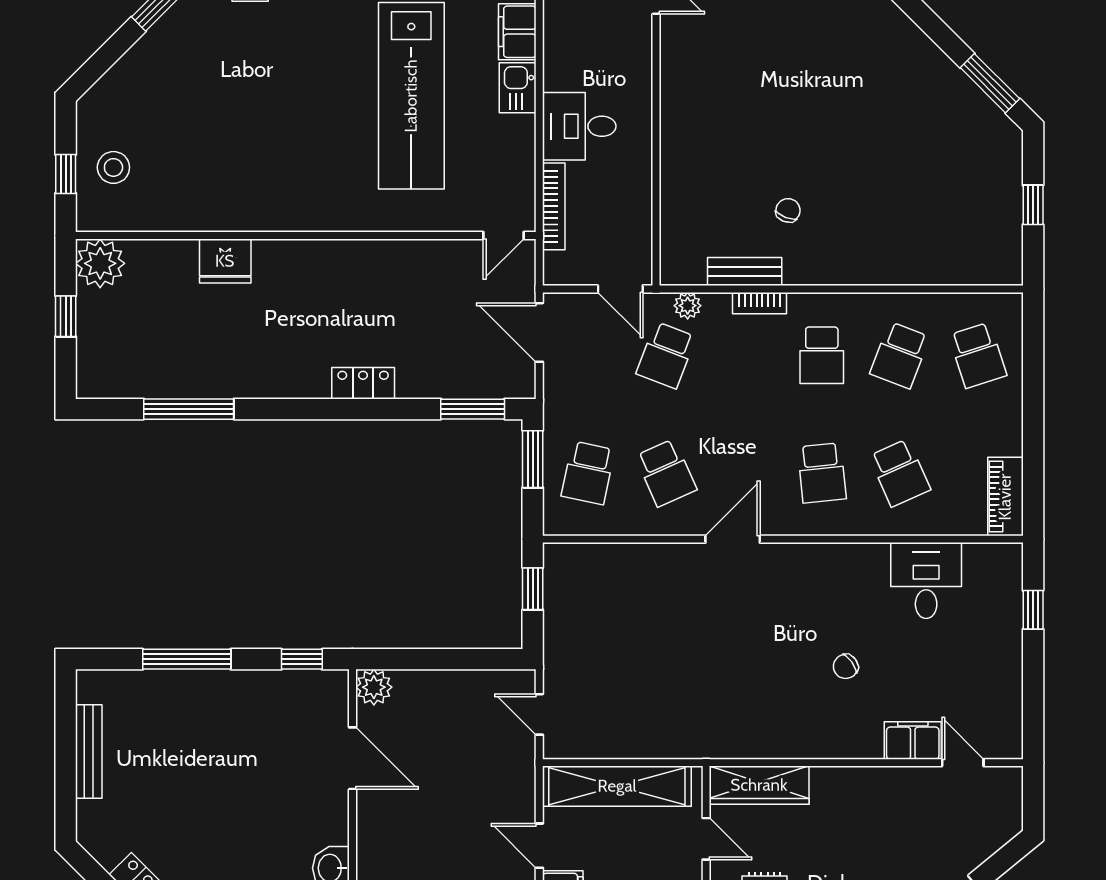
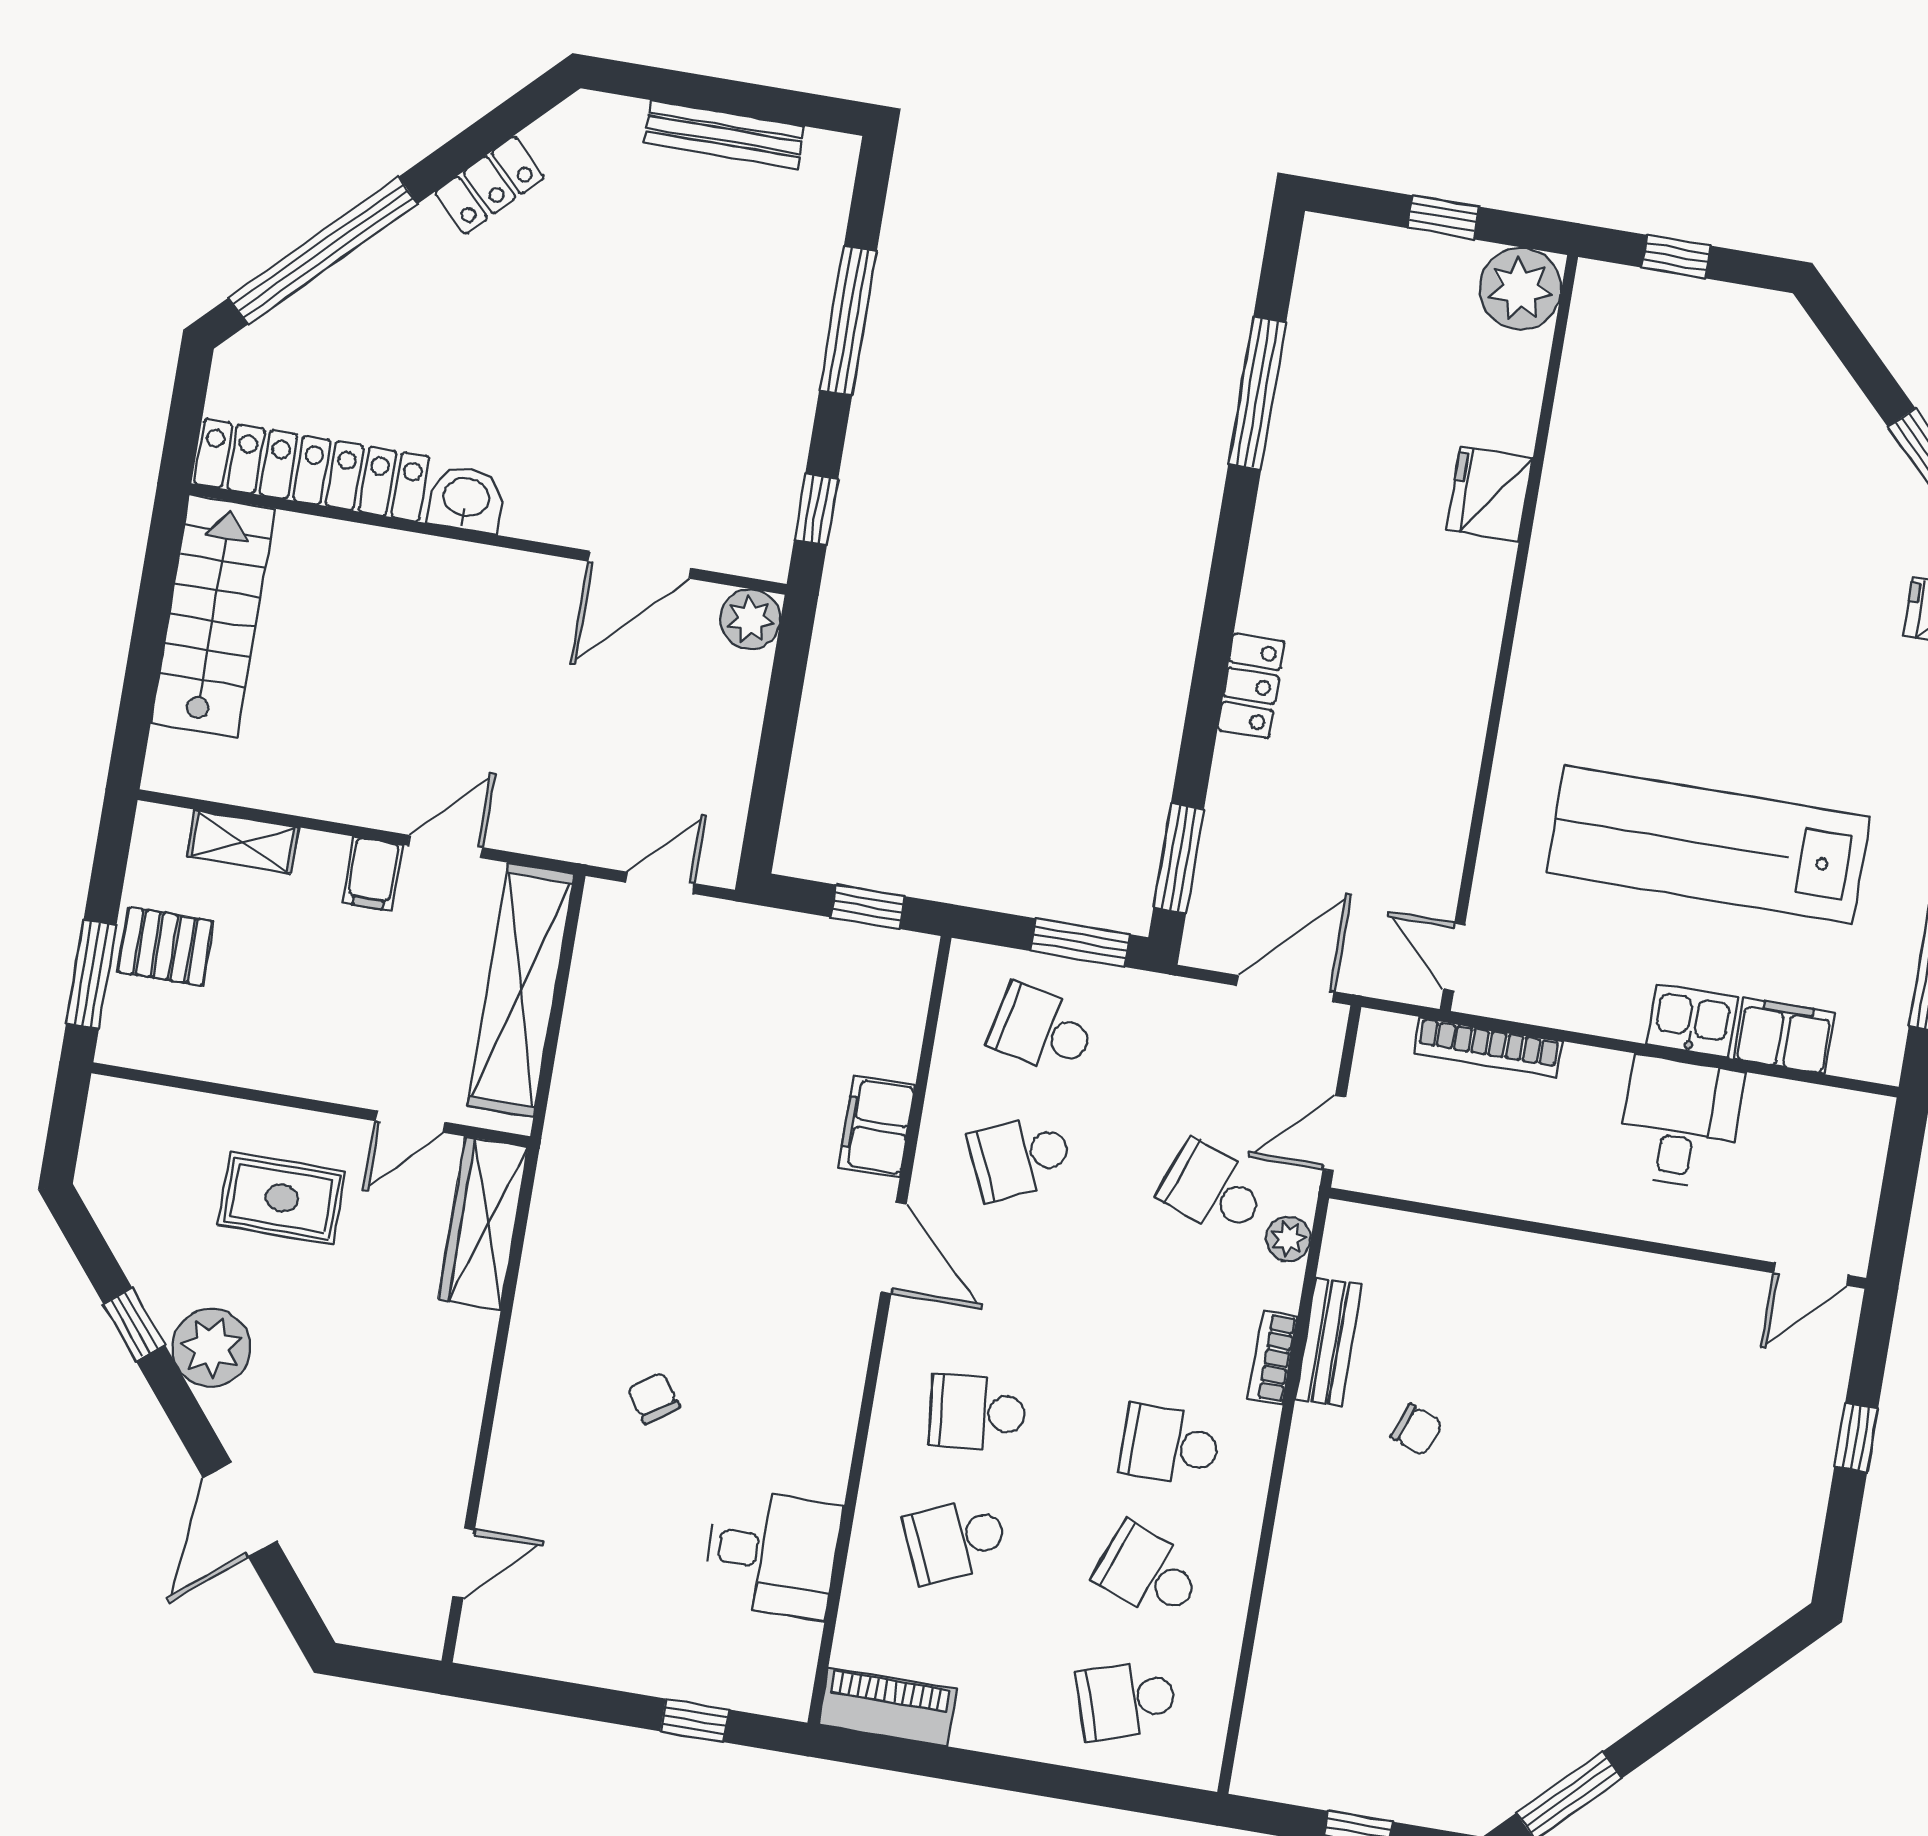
desk: (579, 126) -> (1680, 1123), moved
stool: (113, 167) -> (1674, 337), removed
filing cabinet: (913, 740) -> (877, 1126), moved, turned 180

